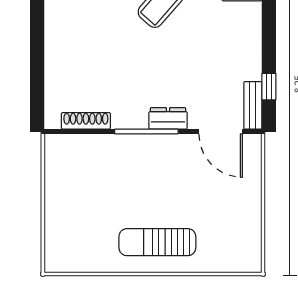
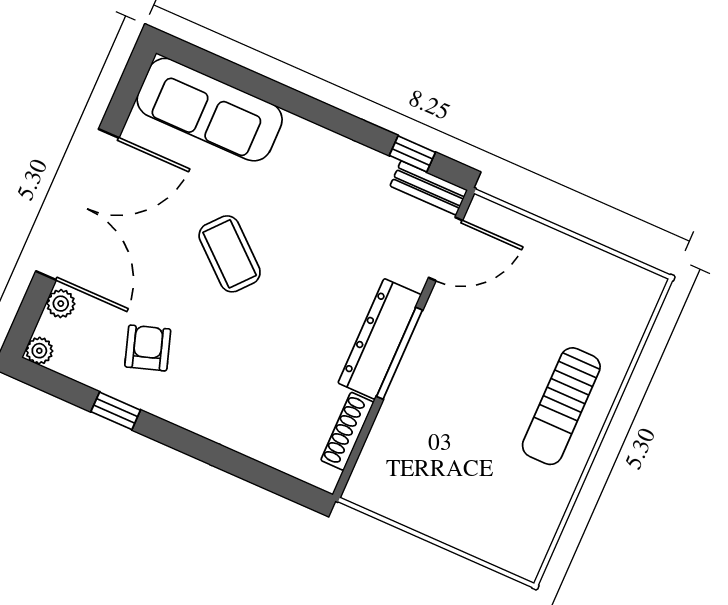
dresser: (168, 118) -> (380, 339), width x1.96, depth x1.24

